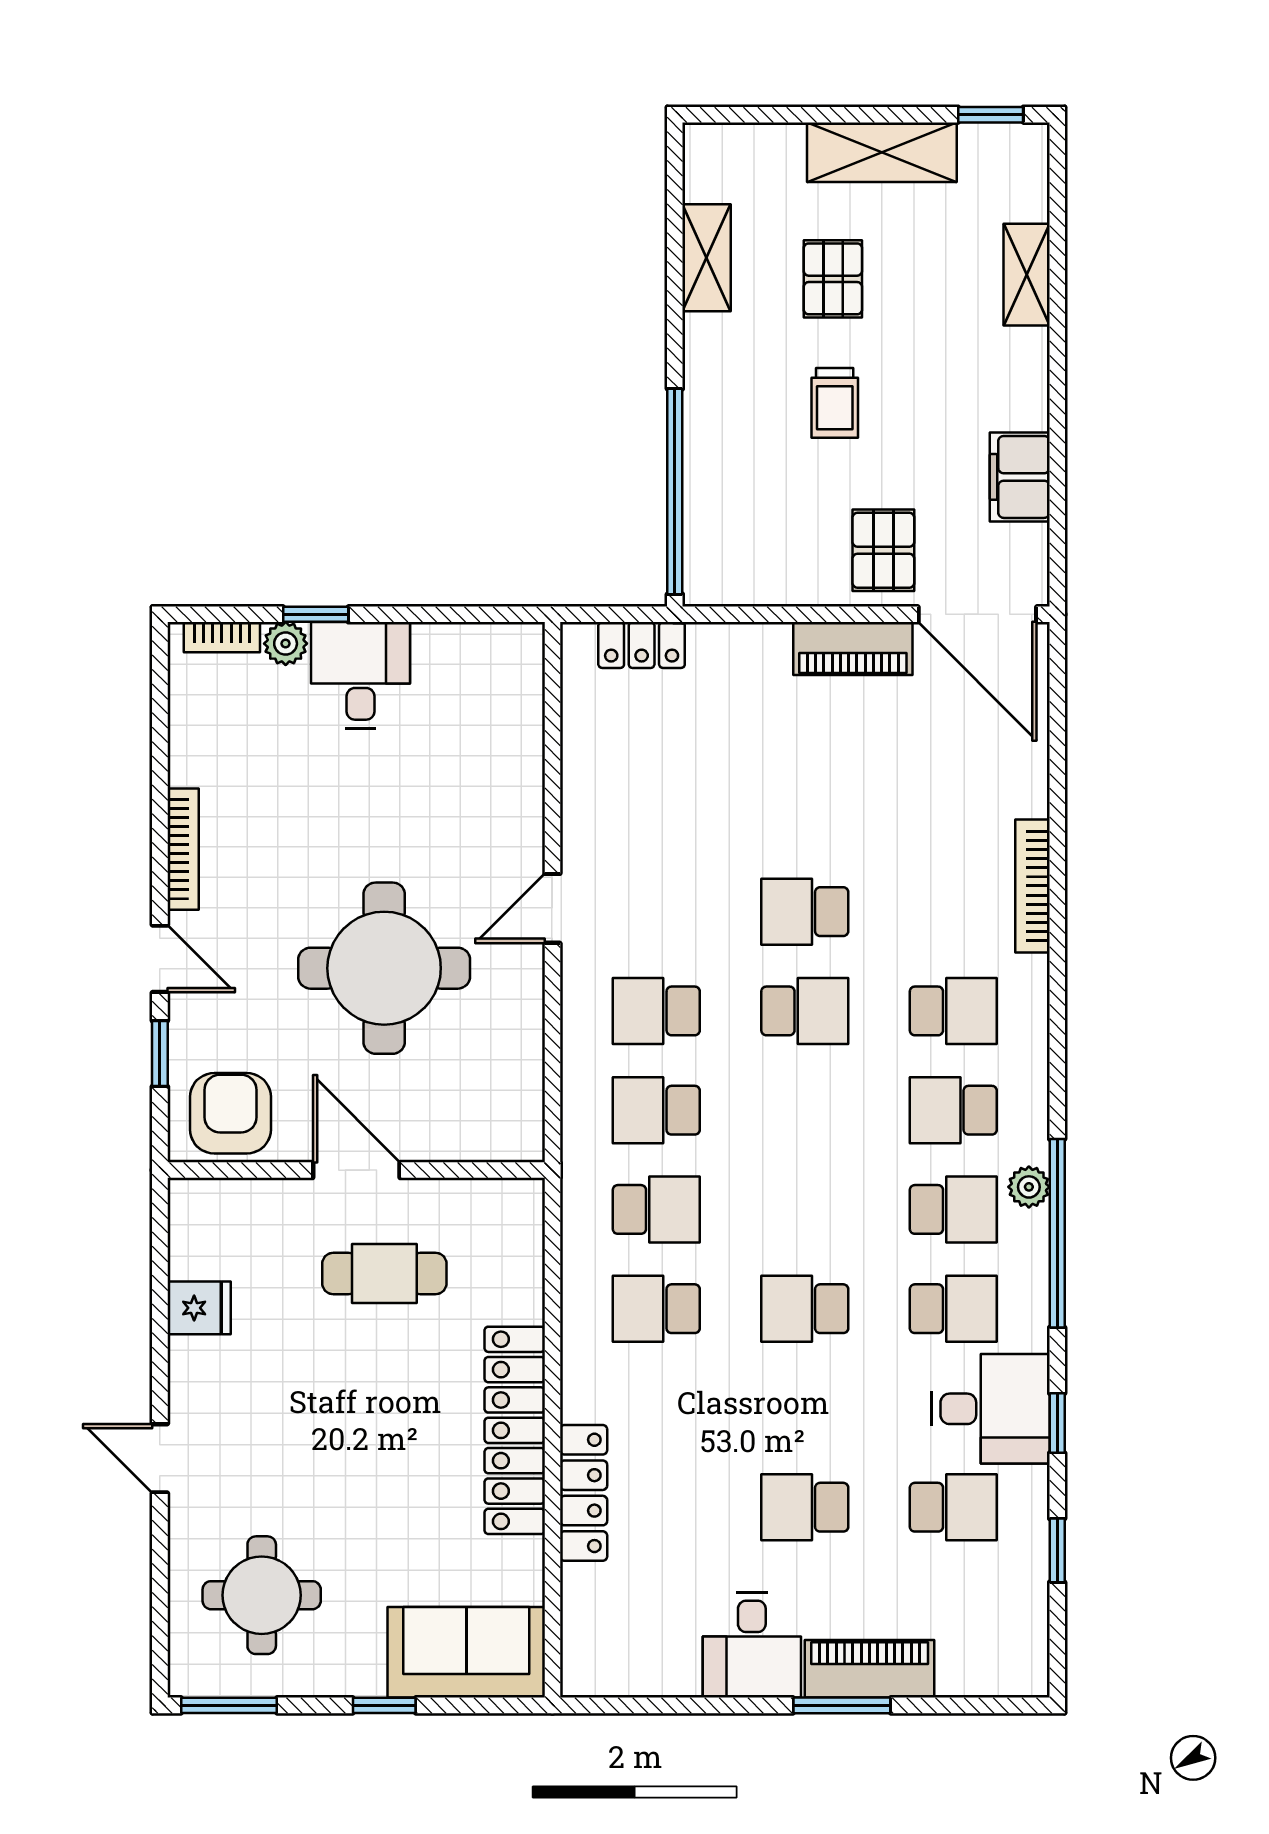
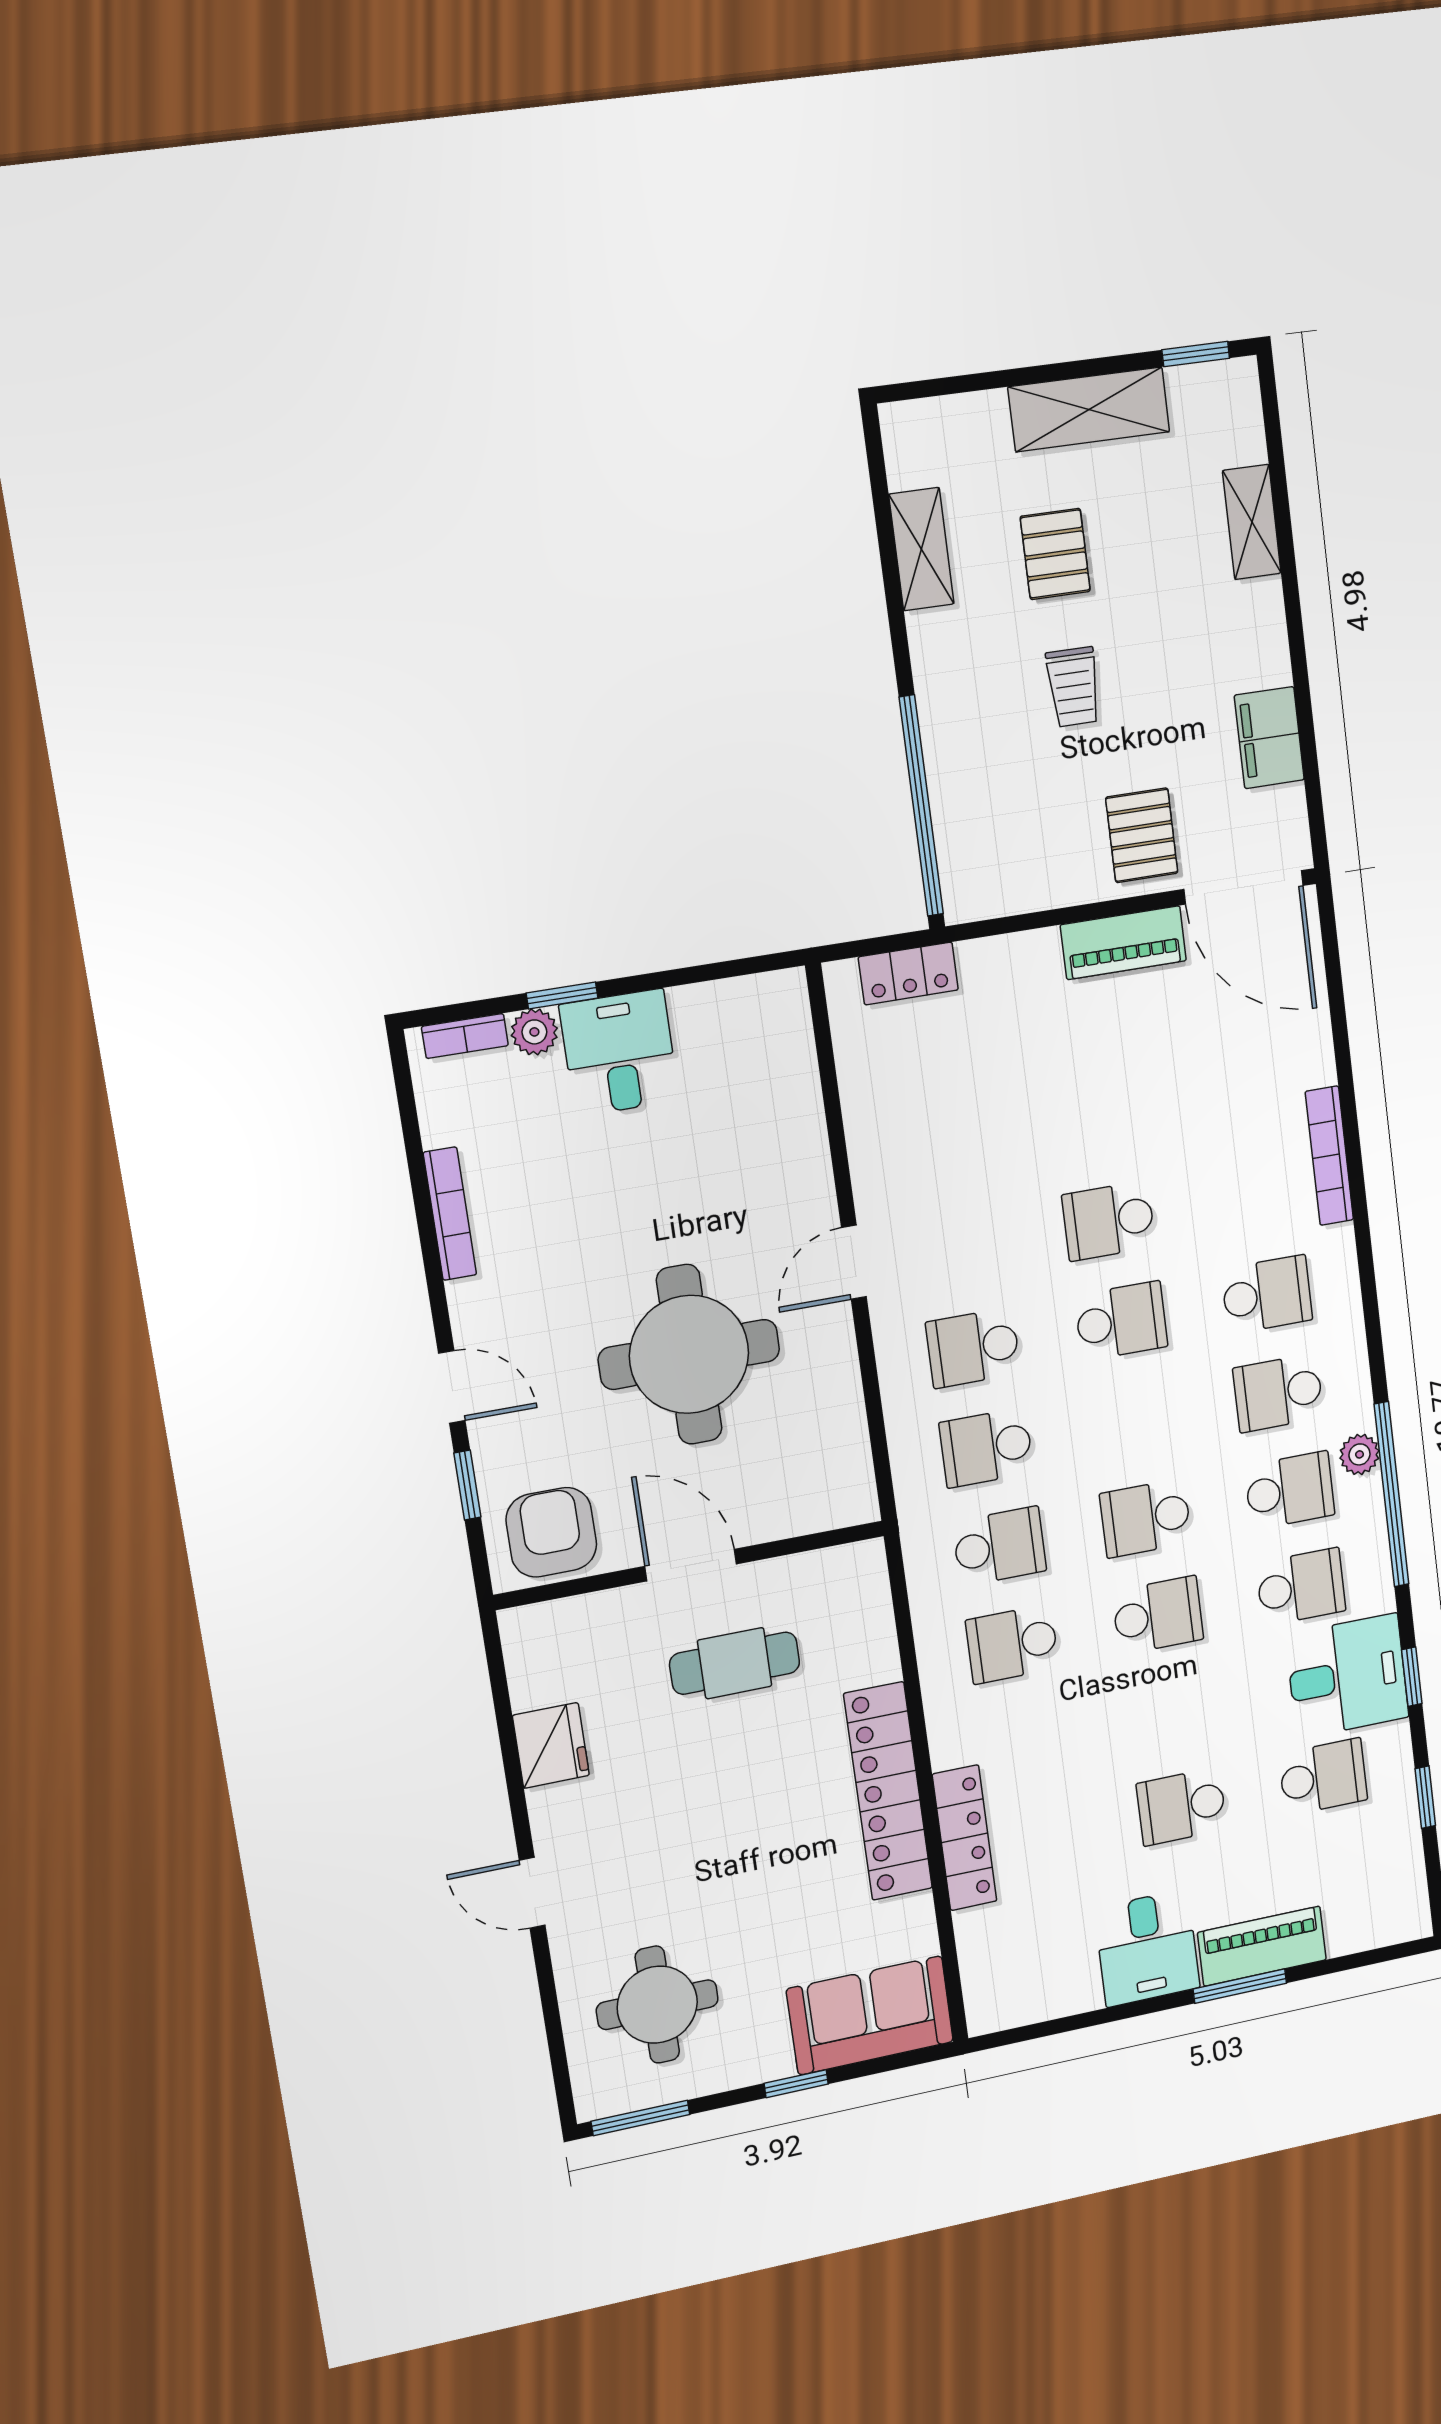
bookcase: (183, 849) -> (450, 1214), moved
school desk: (805, 1209) -> (1146, 1518), added
fridge: (199, 1308) -> (551, 1745), width x1.38
school desk: (805, 1309) -> (1158, 1615), turned 180

